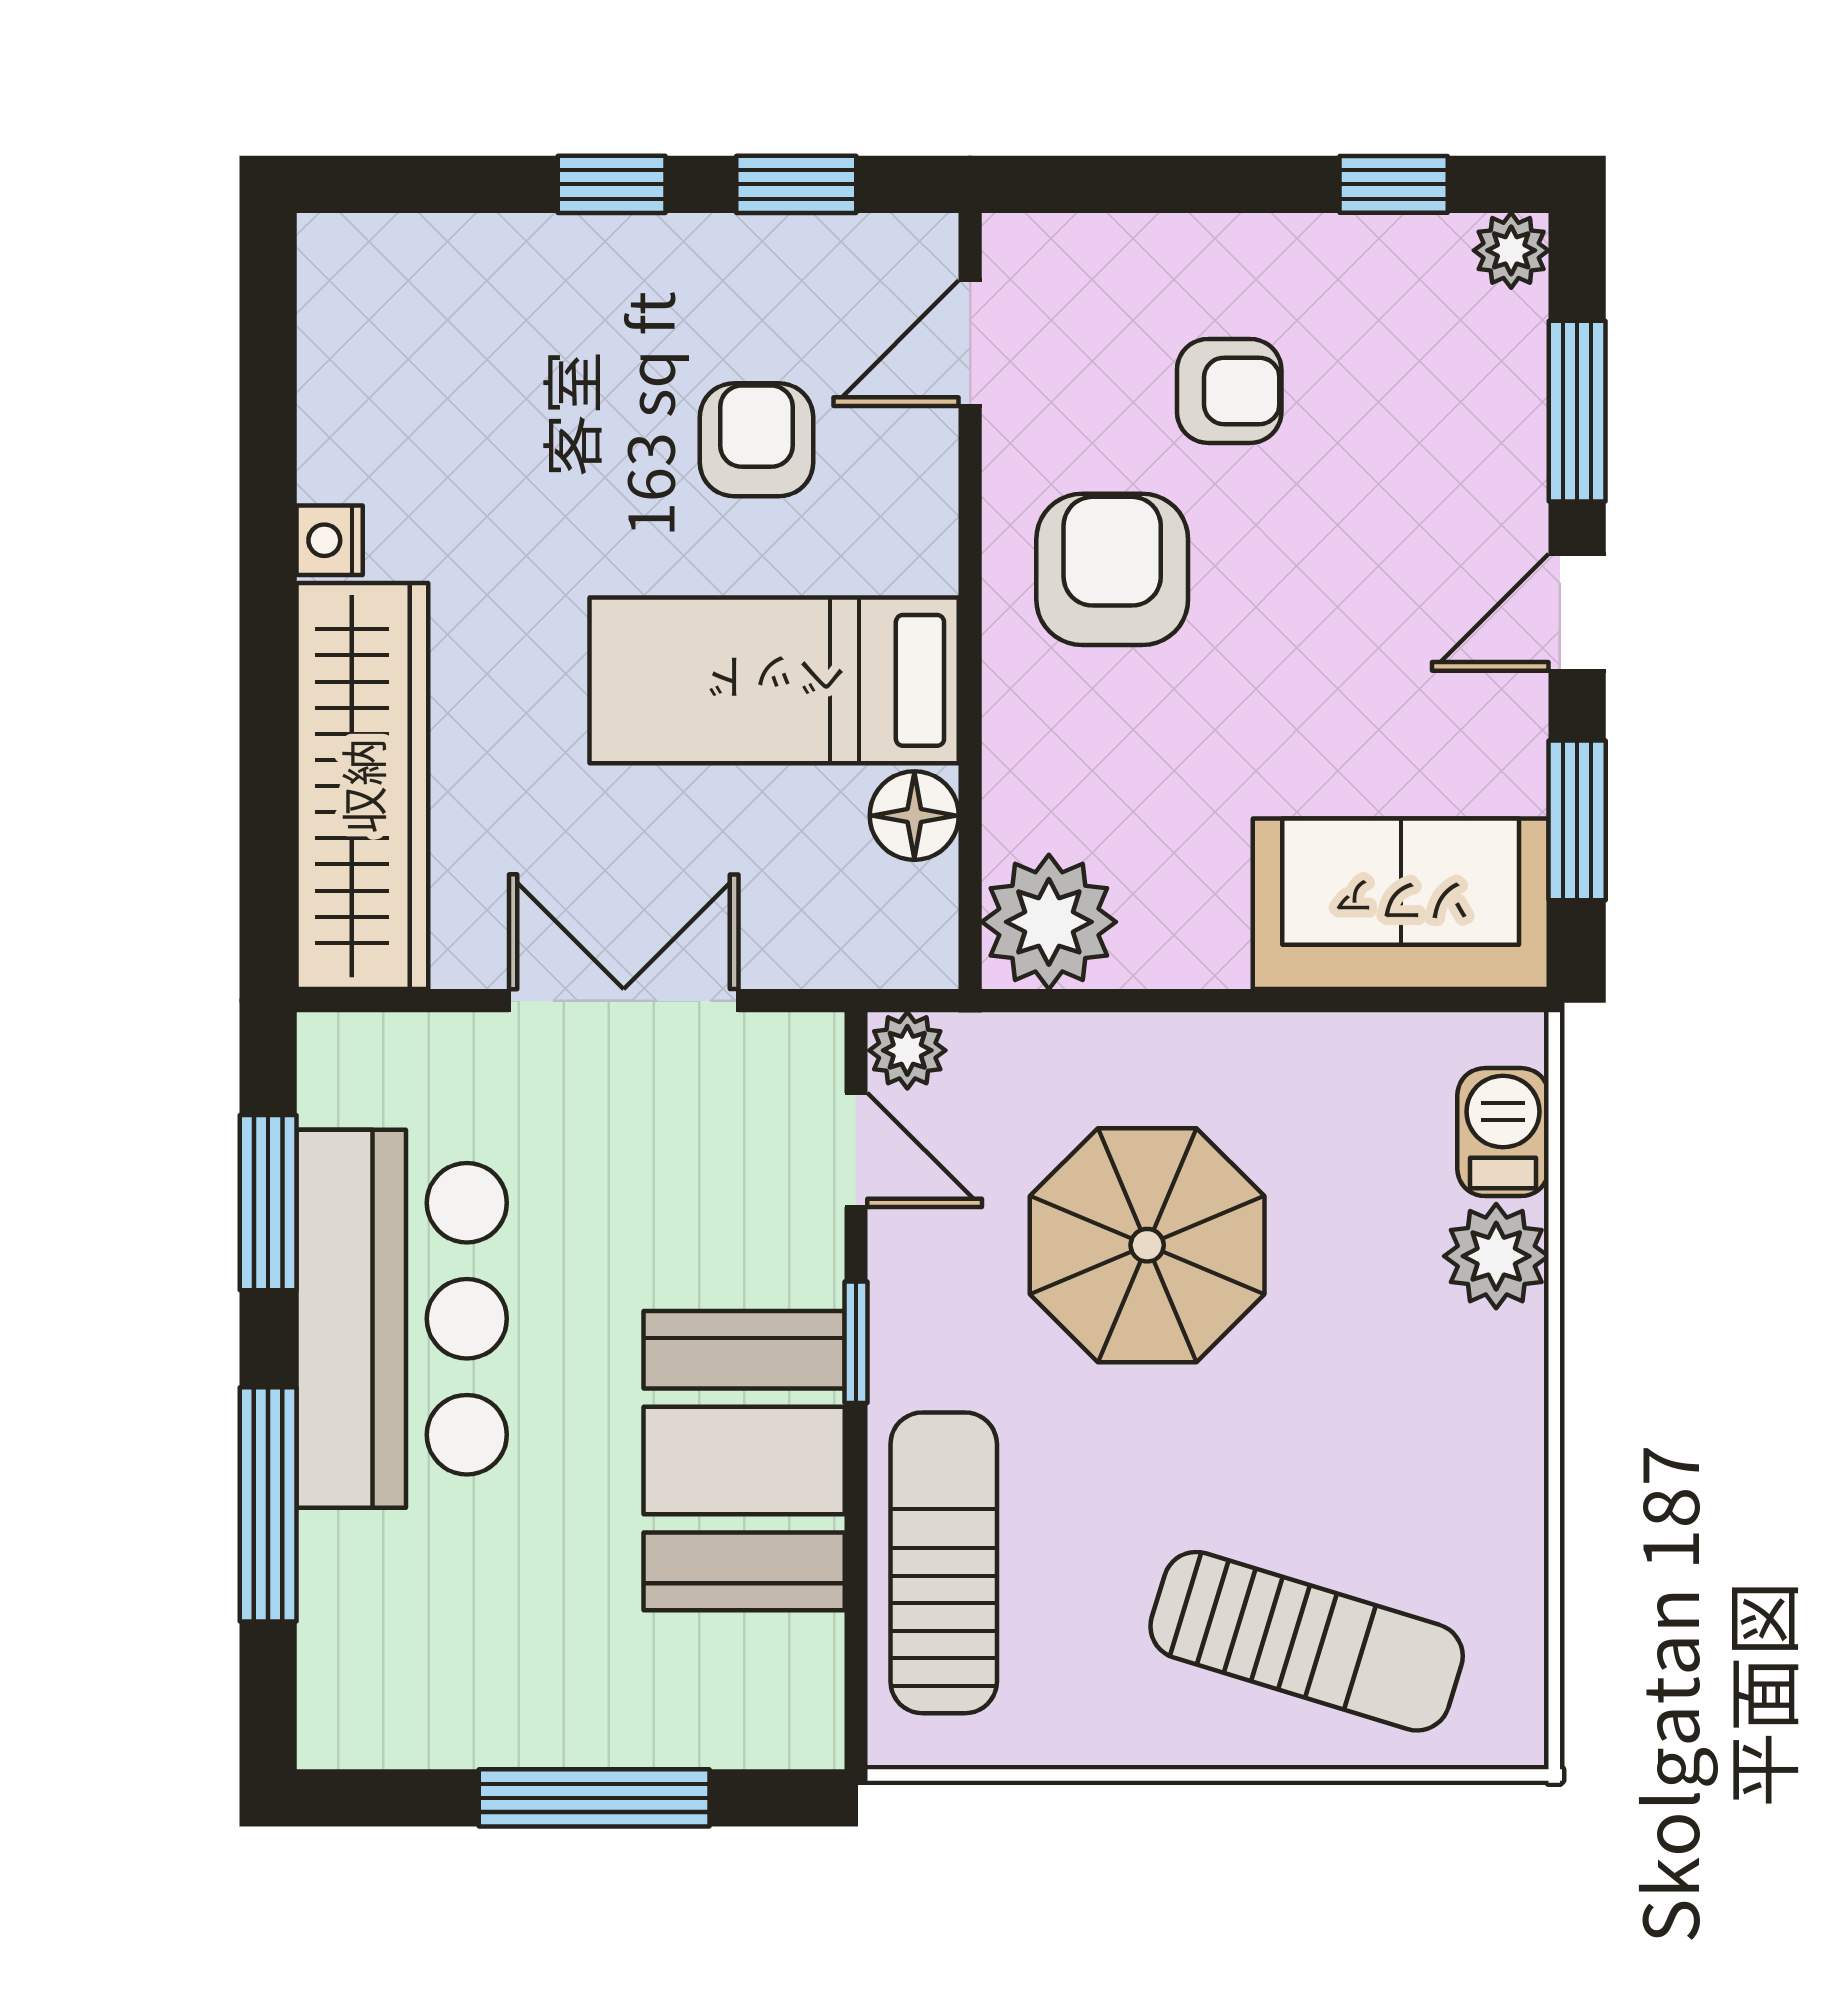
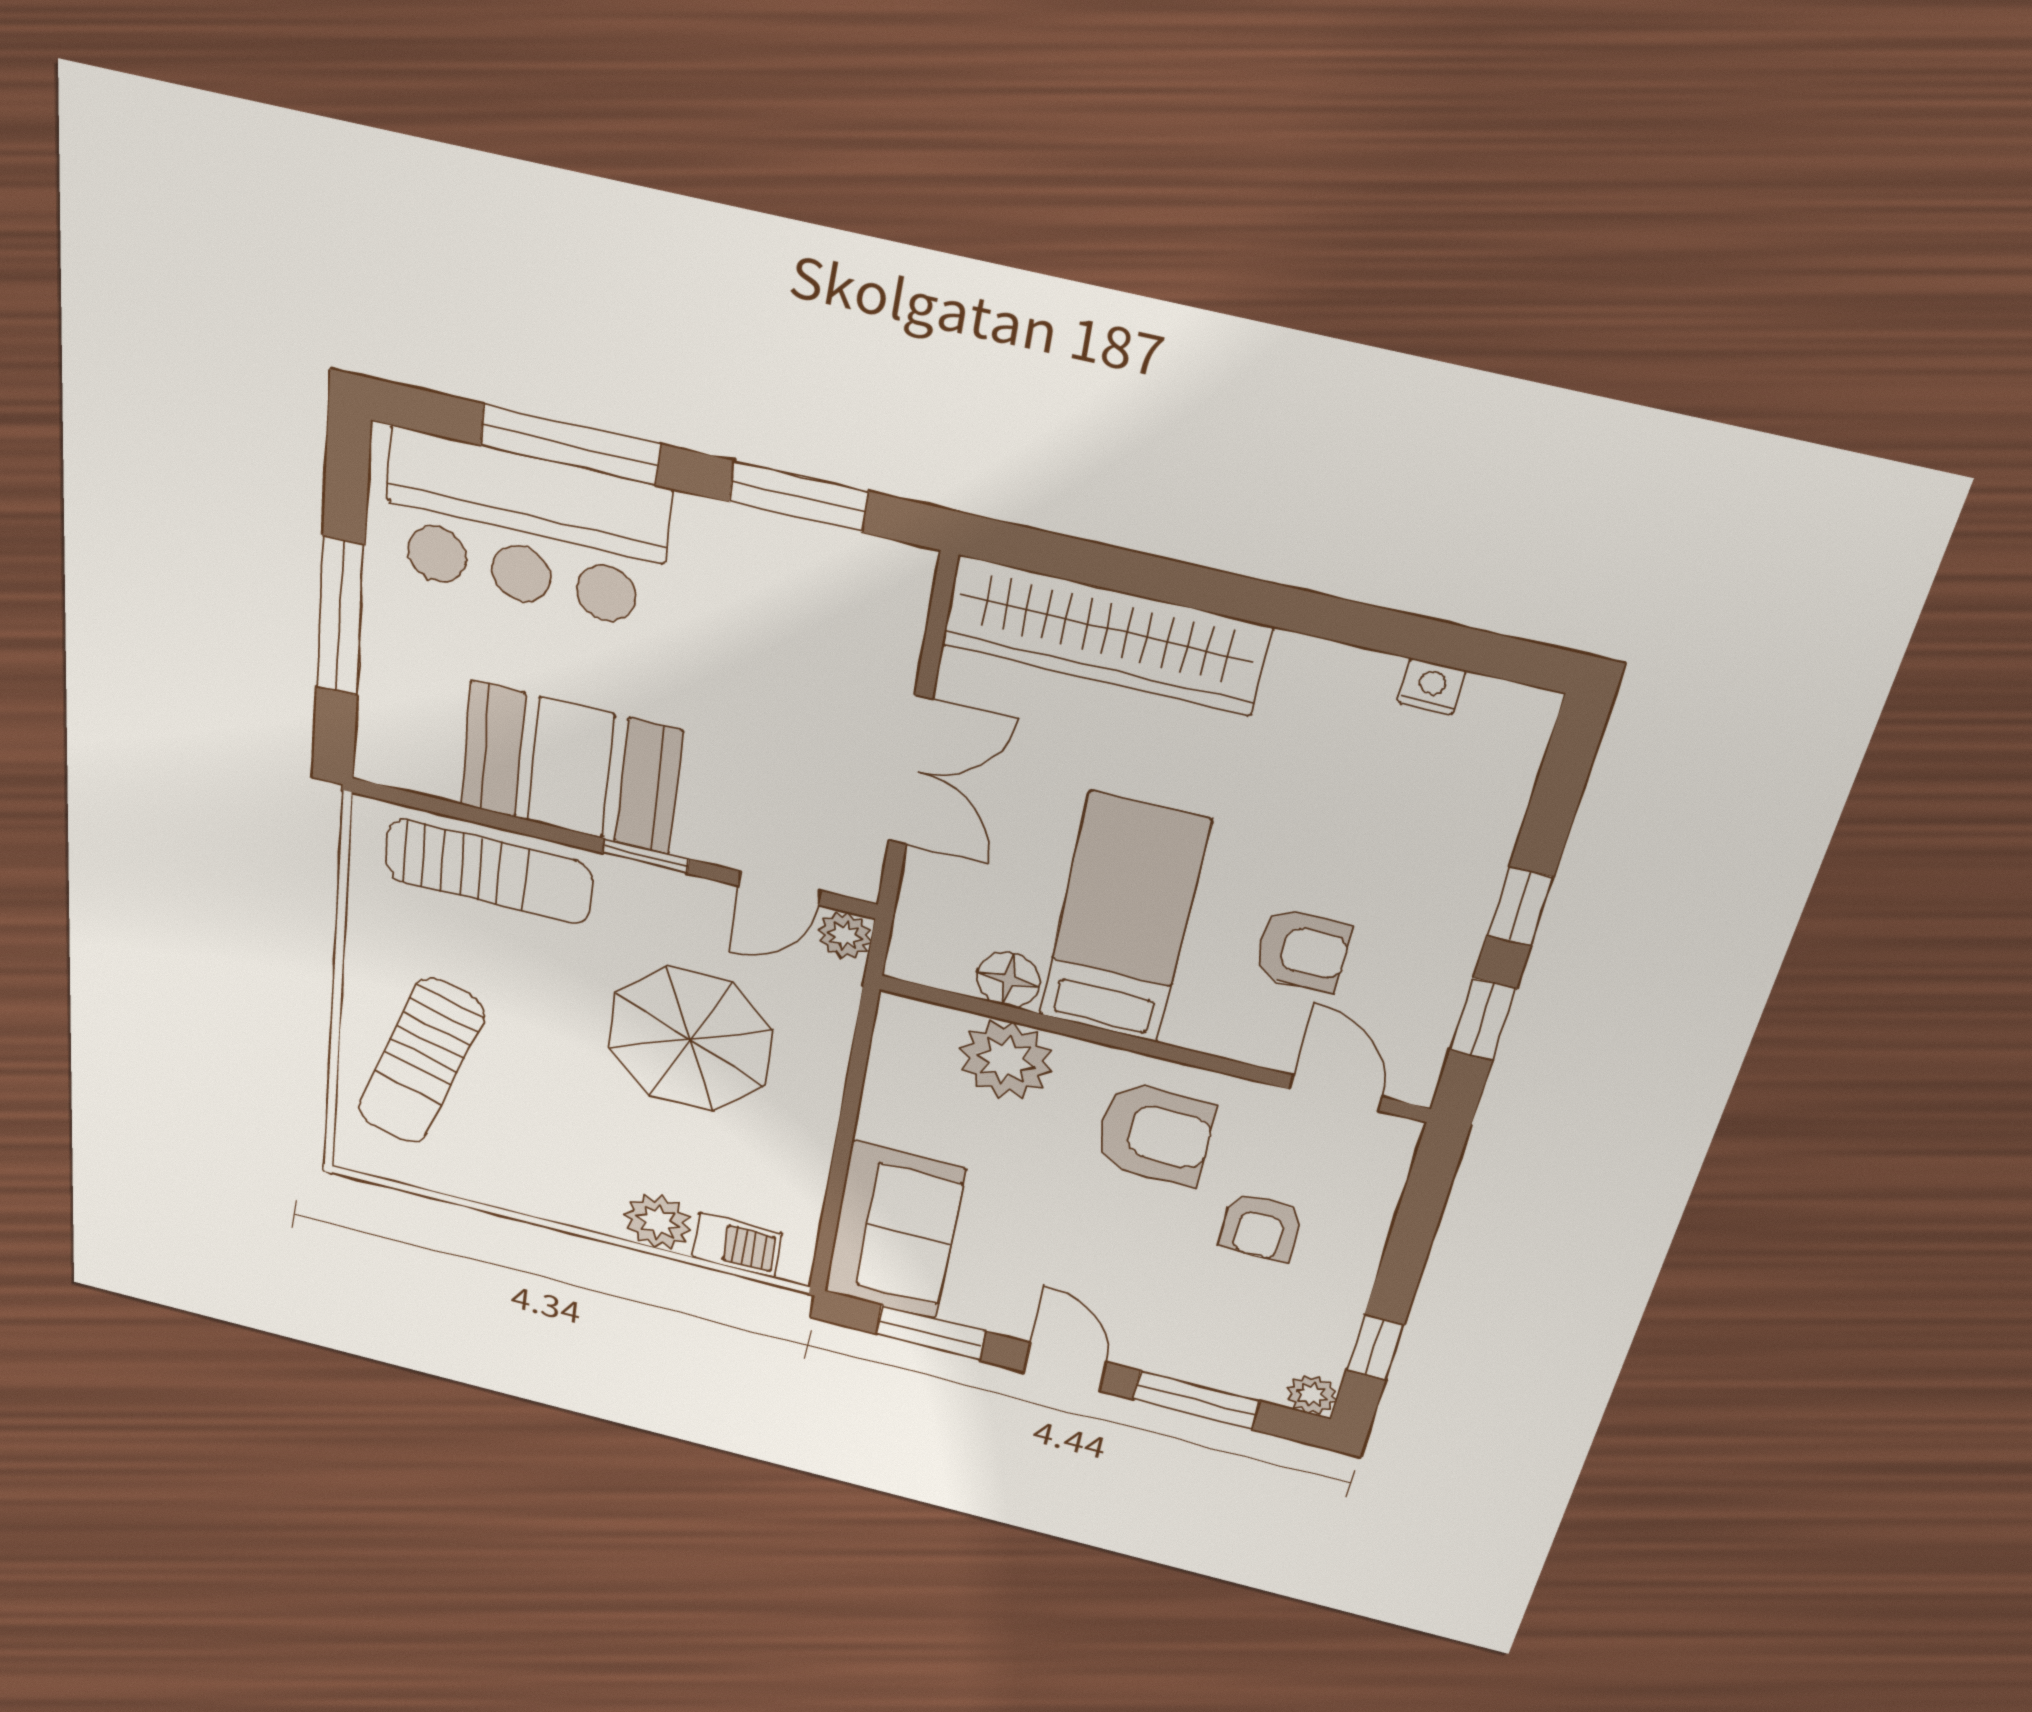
nightstand: (330, 540) -> (1432, 687), moved
plant: (1049, 922) -> (1006, 1060), moved
bar counter: (402, 1319) -> (525, 530), moved

